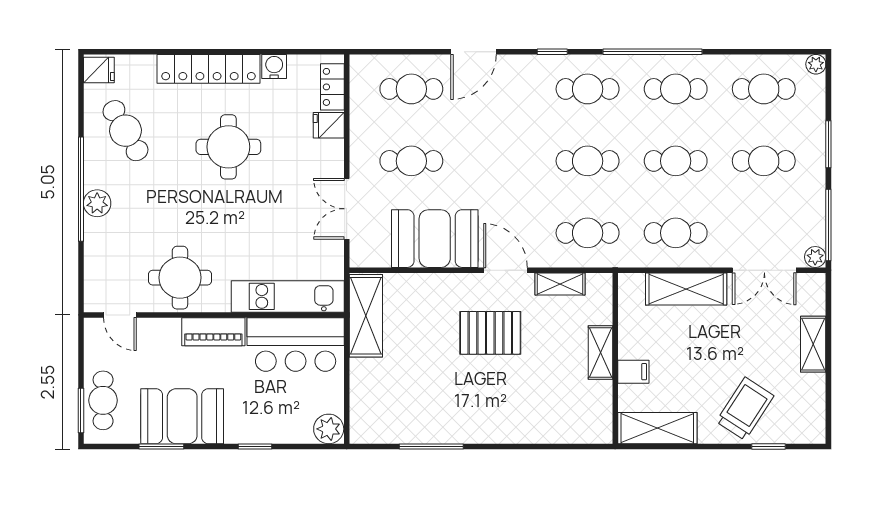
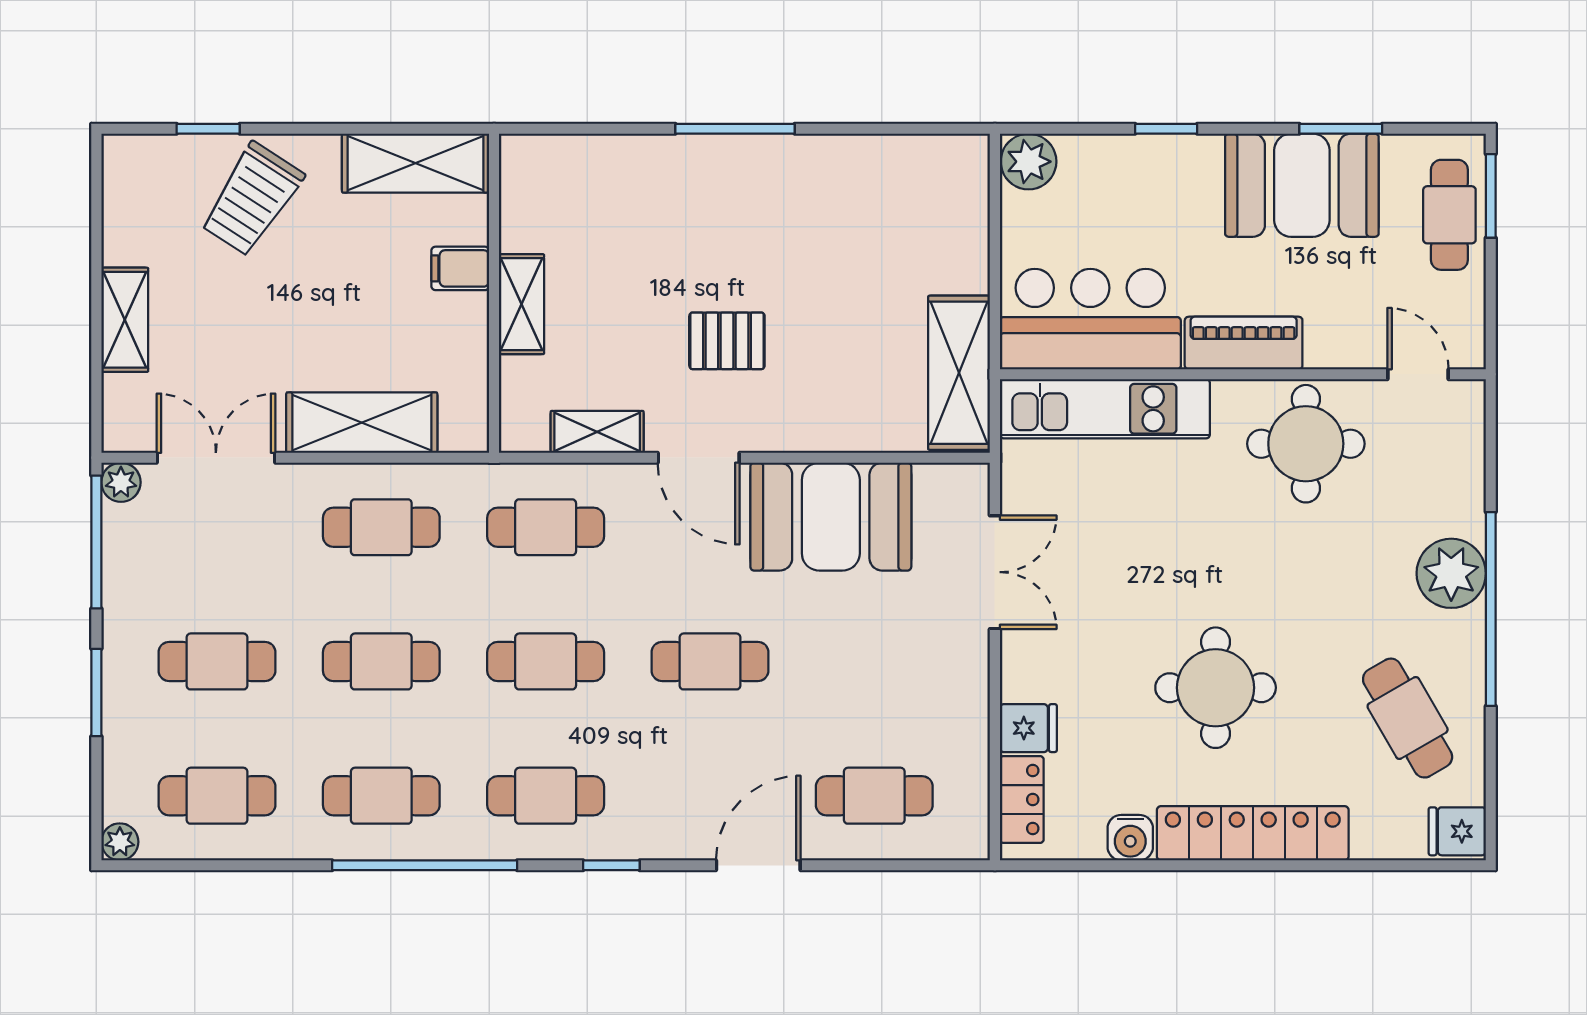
cafe table: (411, 161) -> (710, 661), moved
plant: (97, 203) -> (1451, 573), width x1.36, depth x1.36
pallet: (490, 333) -> (727, 341), width x0.67, depth x0.71
window: (431, 446) -> (735, 129), moved

